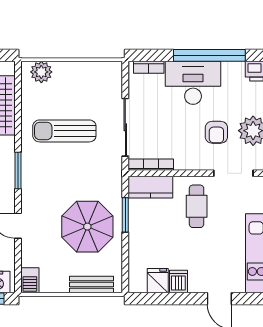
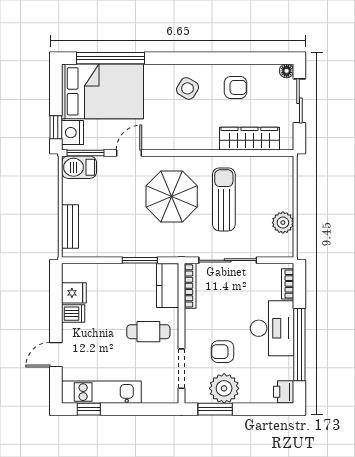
plant: (41, 72) -> (283, 223), moved
window: (18, 171) -> (85, 153), moved
parasol: (87, 227) -> (172, 196), moved
barbecue: (30, 280) -> (79, 167), width x1.38, depth x1.27

